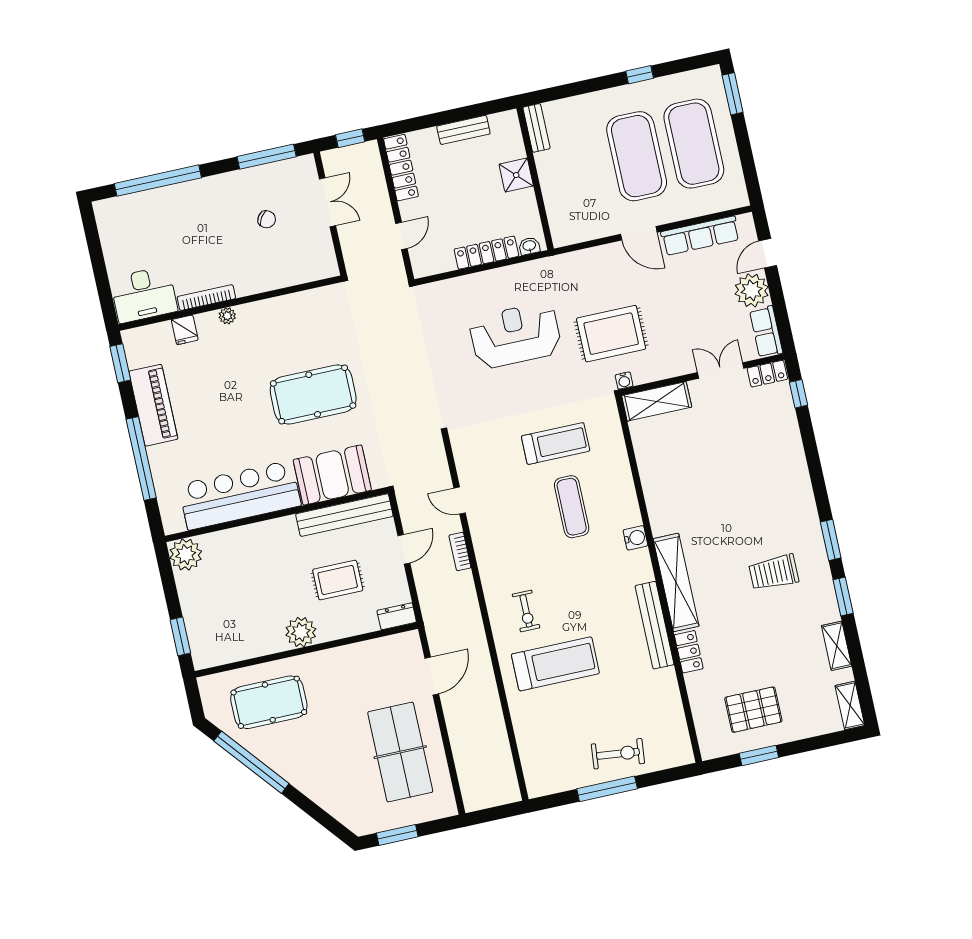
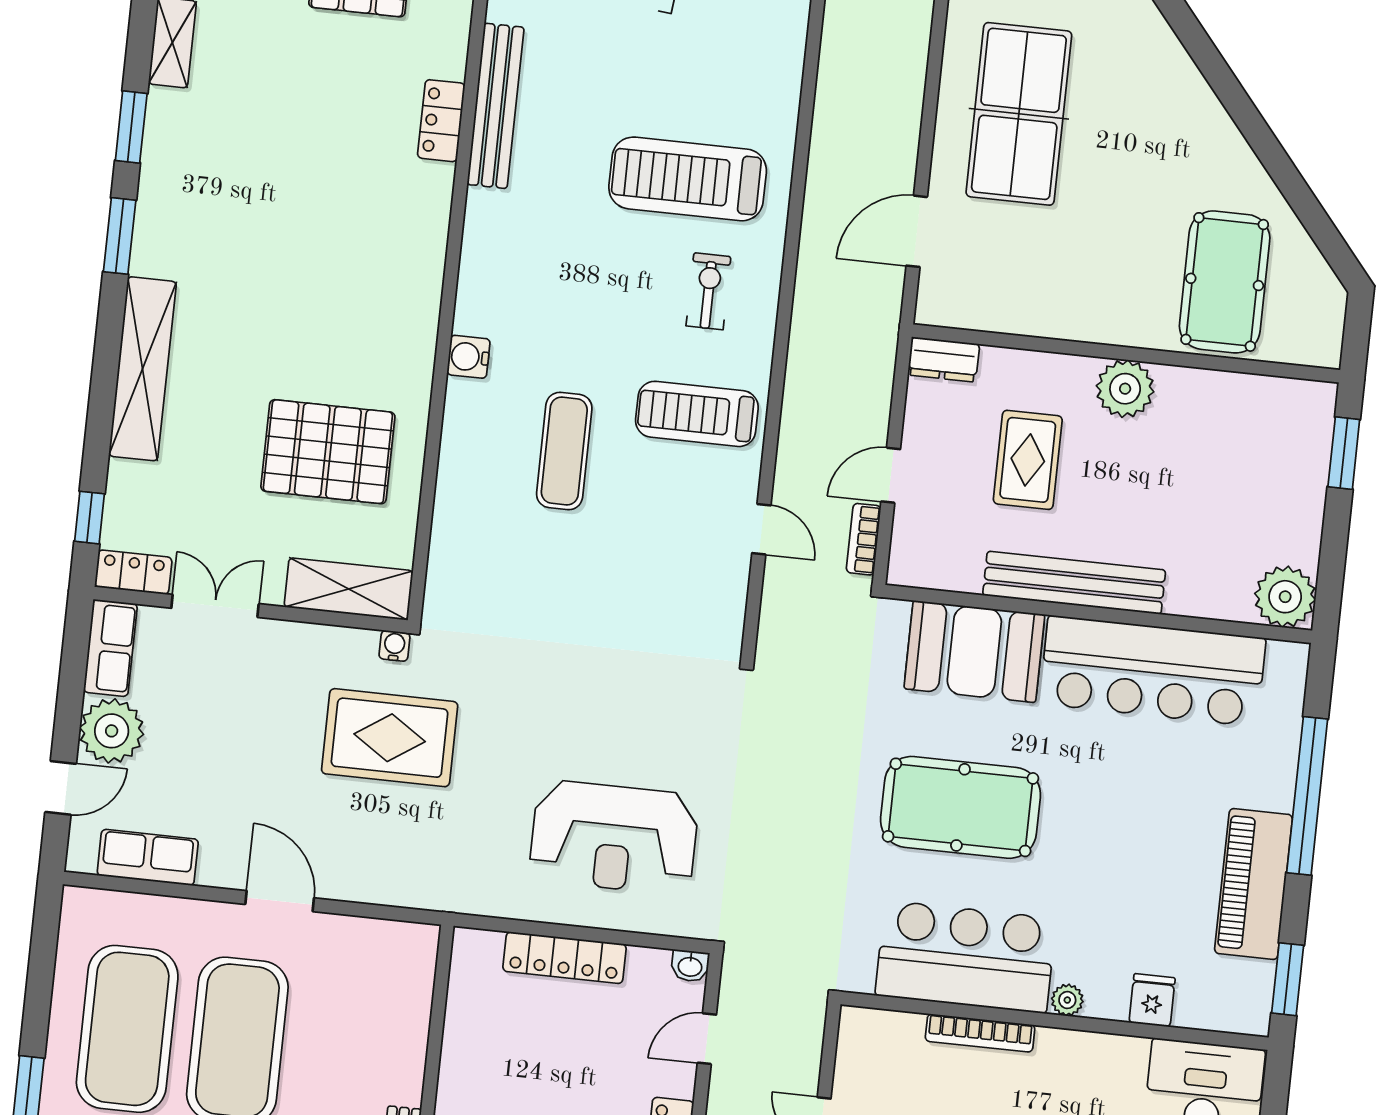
shower: (516, 175) -> (465, 1079), removed
row of seats: (700, 236) -> (148, 857), width x0.68
washbasin: (529, 246) -> (690, 966), moved
bookcase: (206, 298) -> (980, 1033), moved
bar counter: (285, 320) -> (966, 957), added
reception desk: (515, 335) -> (614, 837), moved
double door: (721, 370) -> (215, 606), swing flipped
treadmill: (556, 444) -> (697, 414), moved
pallet: (690, 467) -> (328, 452), added
bench: (344, 515) -> (1074, 583), moved
bookcase: (460, 551) -> (864, 539), moved, turned 180
trolley: (774, 572) -> (241, 212), removed
rug: (338, 580) -> (1028, 460), turned 90
shelving: (676, 582) -> (143, 369), moved
bench: (655, 625) -> (495, 106), moved
pool table: (269, 702) -> (1225, 282), turned 90
window: (251, 762) -> (1292, 185), removed

